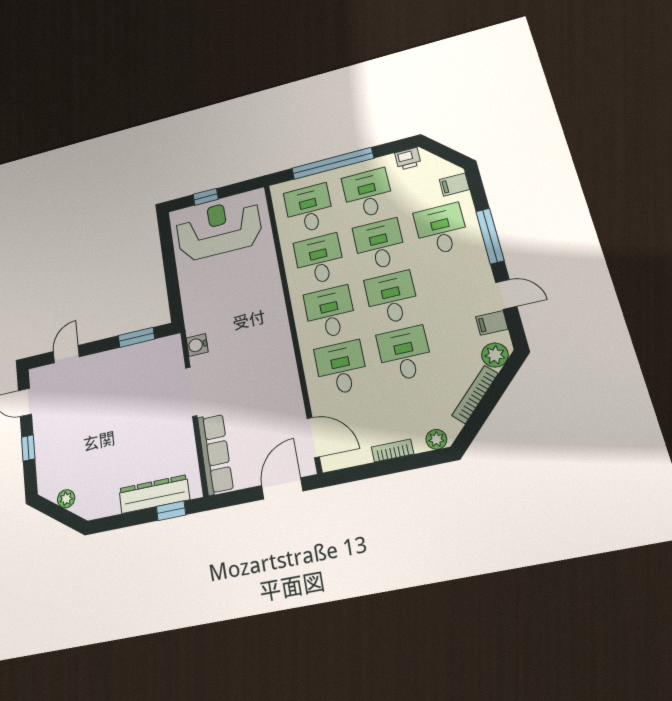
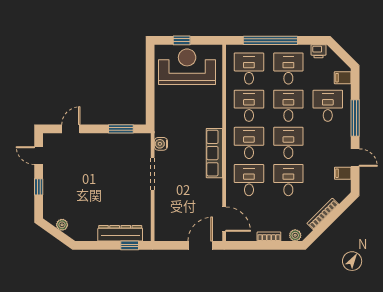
plant: (495, 355) -> (340, 193), removed
row of seats: (215, 454) -> (214, 153), moved, turned 180

